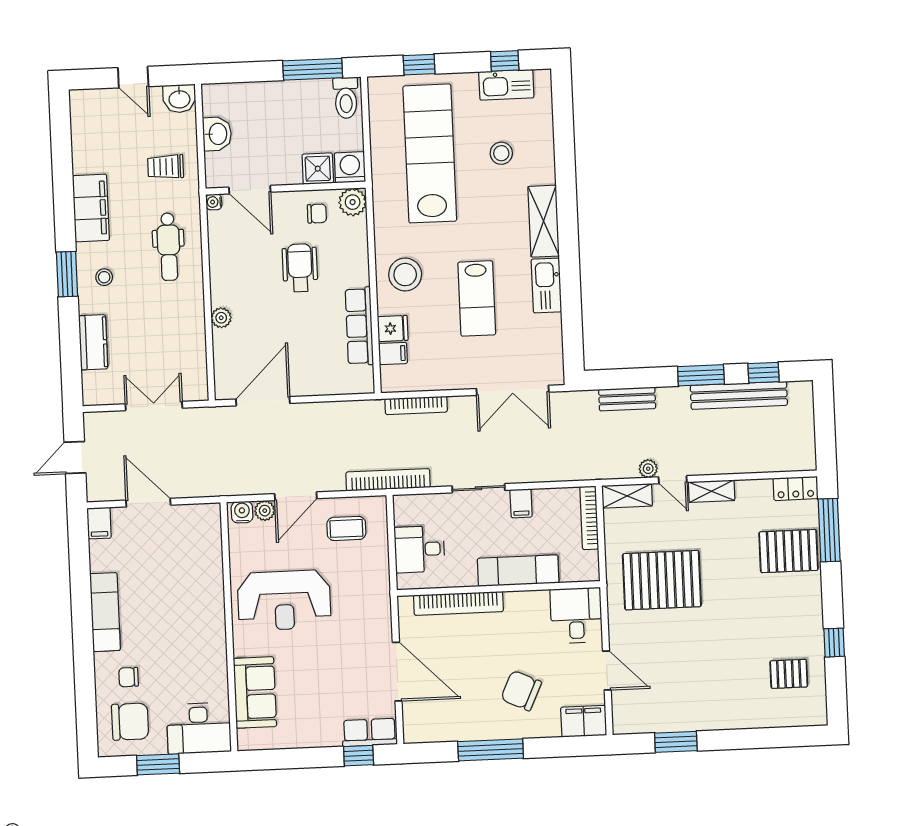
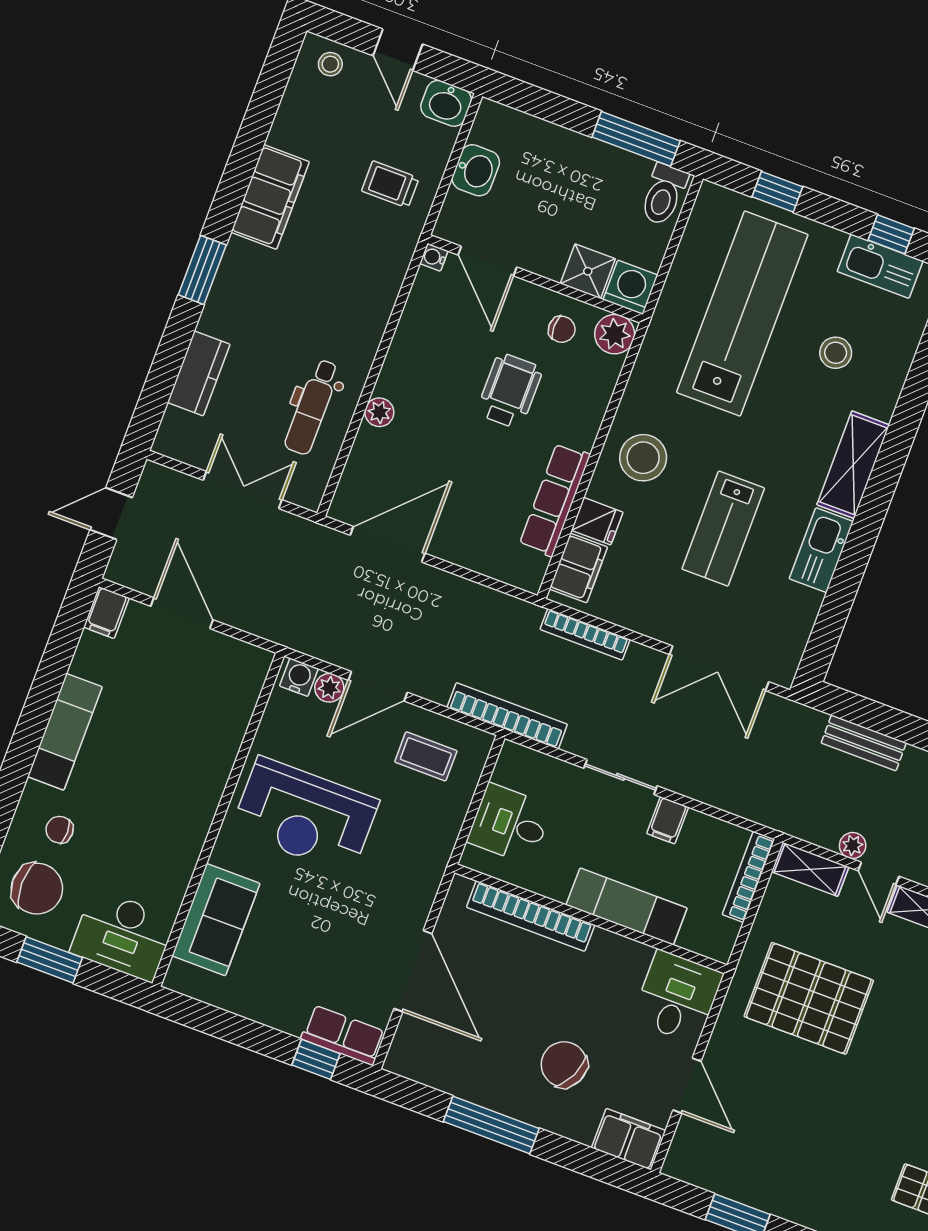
dental chair: (169, 247) -> (312, 407), moved
stool: (104, 277) -> (330, 64), moved
filing cabinet: (393, 353) -> (578, 568), width x2.00

